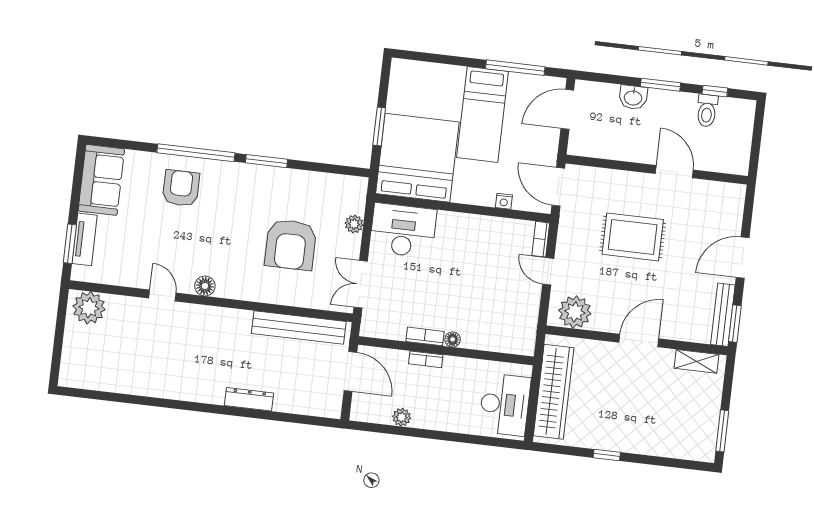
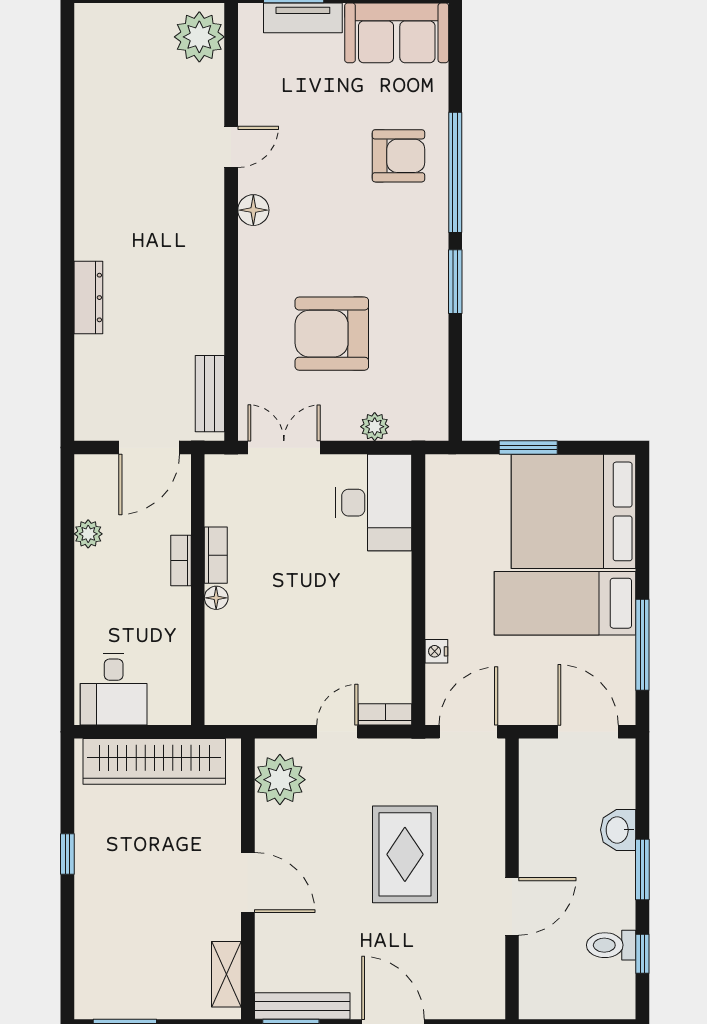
bed: (417, 158) -> (574, 511), moved, turned 180
bench: (299, 327) -> (210, 394), width x0.54, depth x0.82
desk: (505, 405) -> (114, 689), width x0.73

